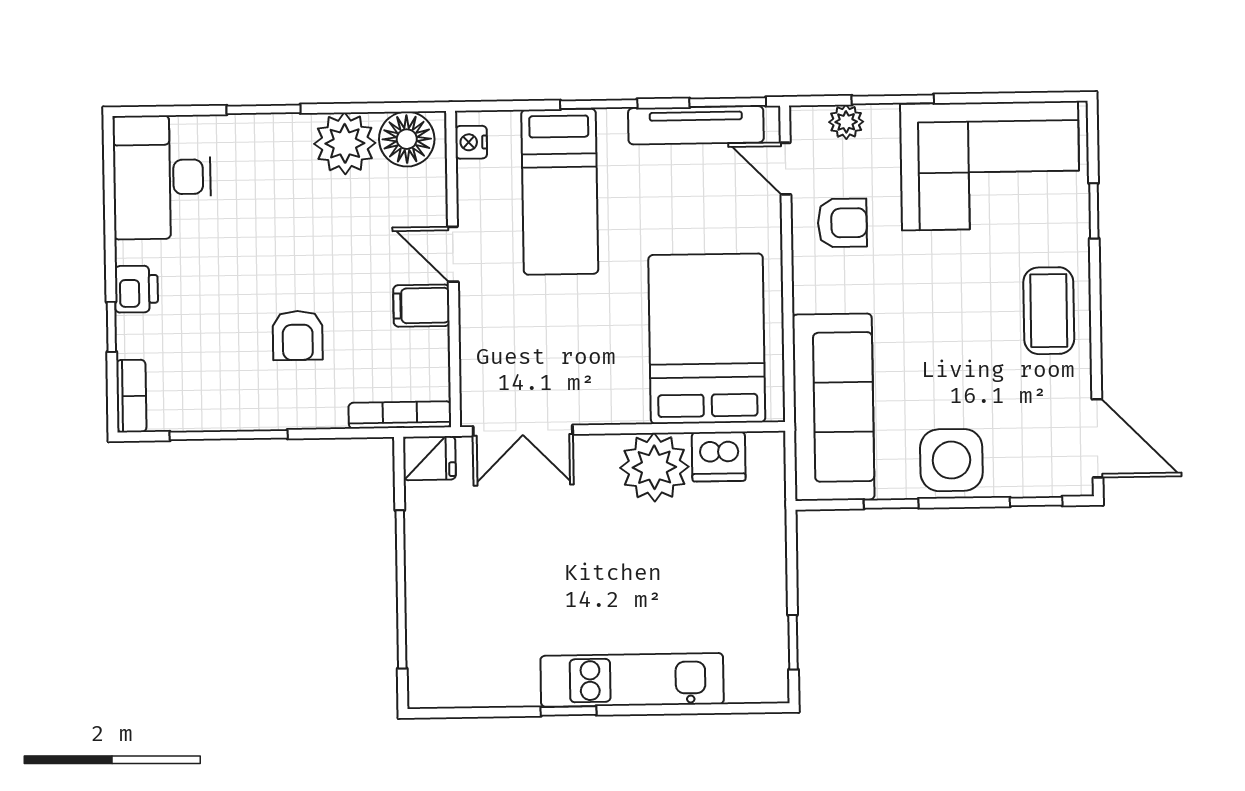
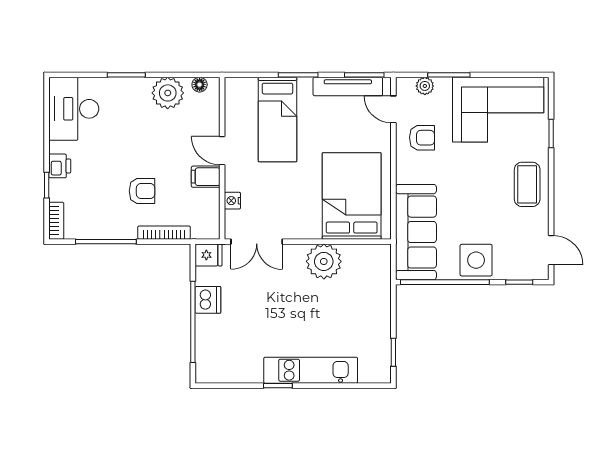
floor lamp: (407, 139) -> (200, 85), width x0.53, depth x0.53
nightstand: (471, 142) -> (232, 201), moved
armchair: (298, 335) -> (142, 191), turned -90
bookcase: (400, 415) -> (164, 233), moved
door: (1097, 438) -> (551, 250), width x0.73
dishwasher: (719, 457) -> (208, 300), moved, turned -90
window: (891, 504) -> (445, 282), width x3.17

